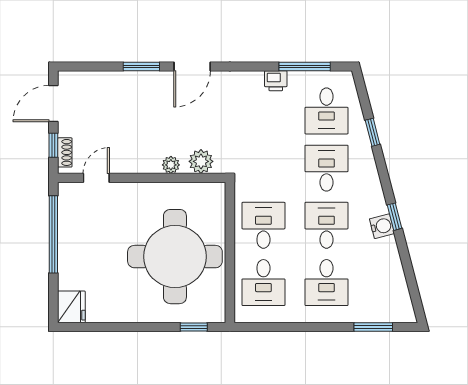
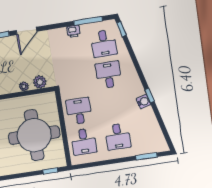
window: (373, 132) -> (121, 29), moved
desk: (326, 225) -> (113, 106), removed

